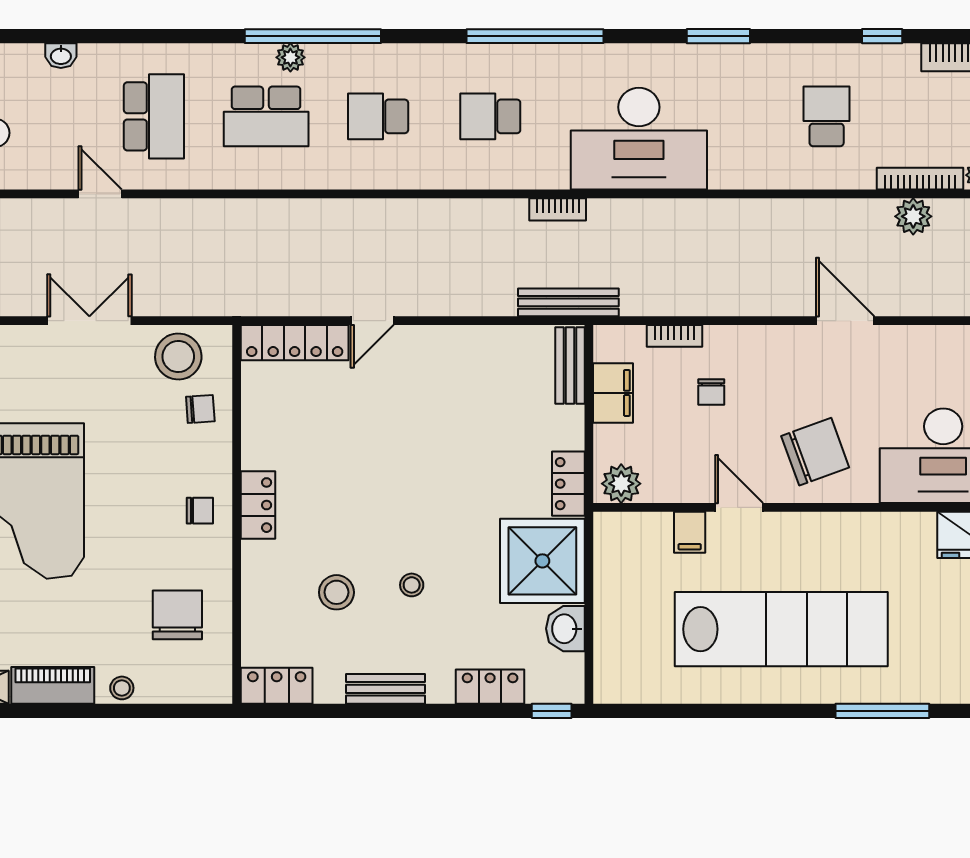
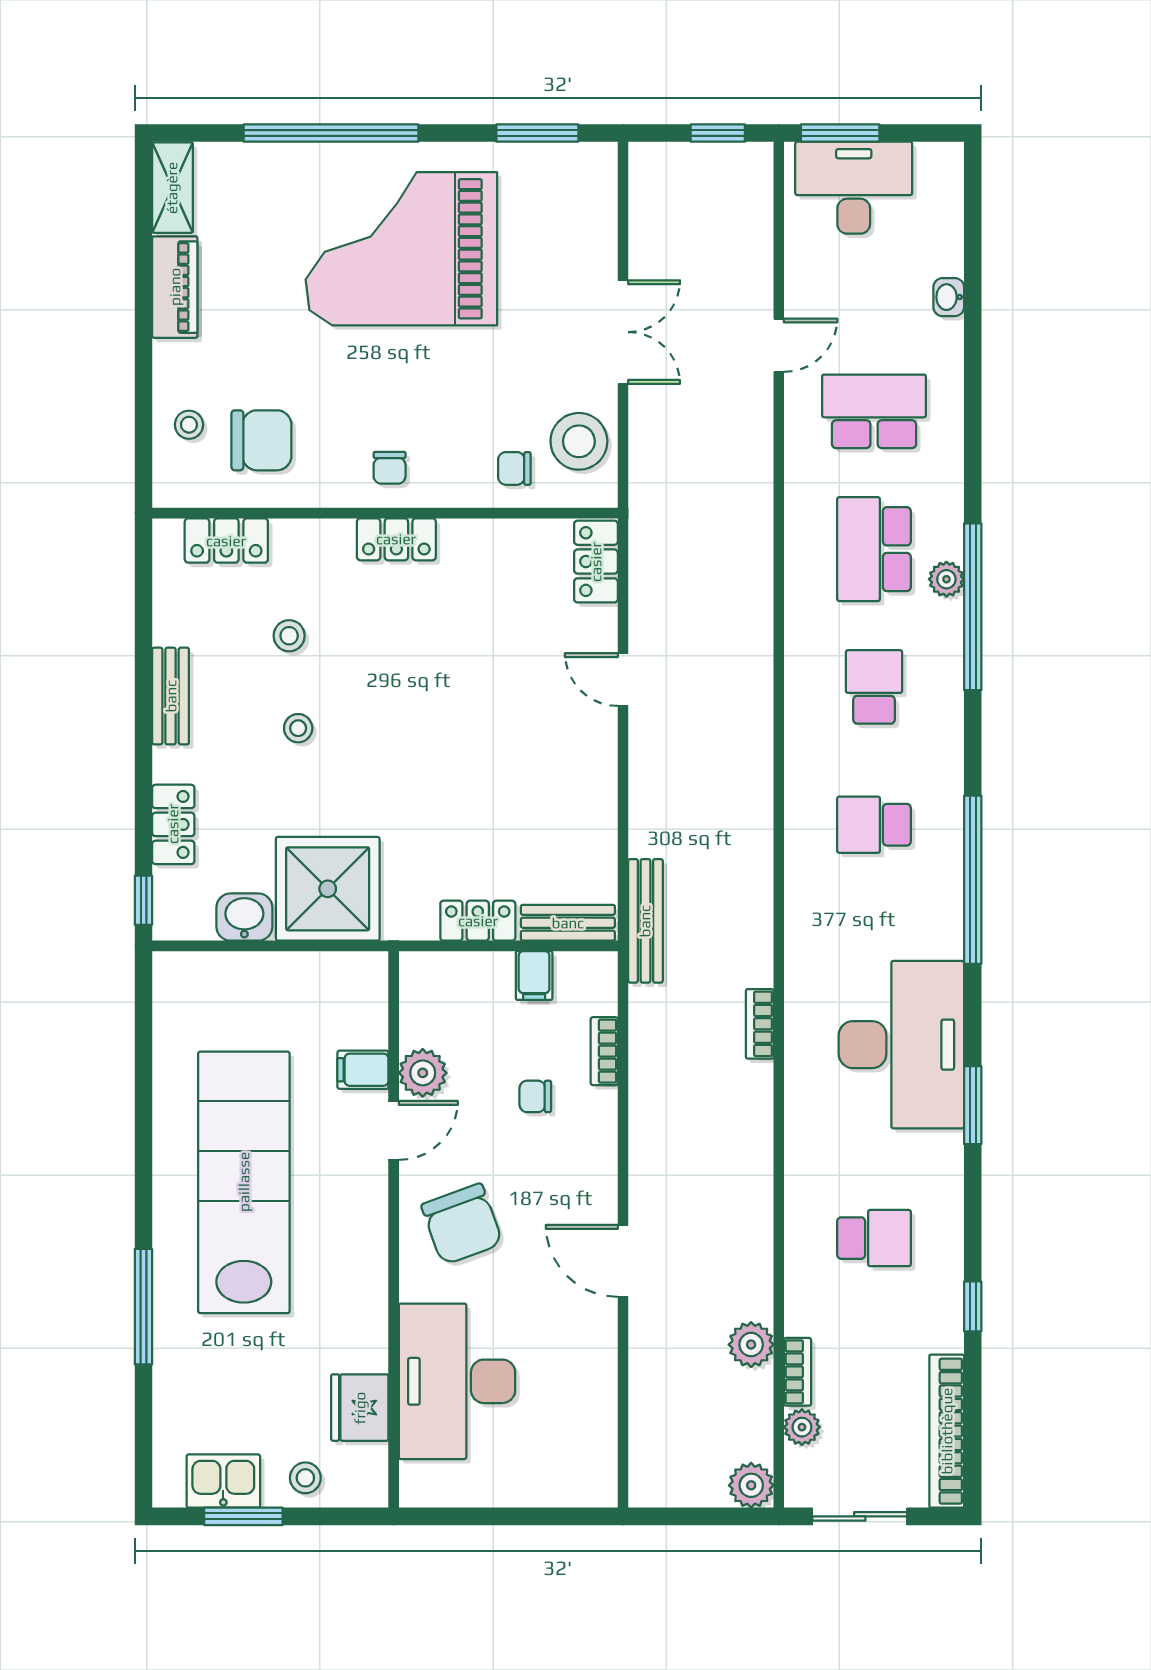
school desk: (154, 116) -> (874, 411), turned 180
school desk: (490, 116) -> (874, 825), turned -90
desk: (639, 139) -> (901, 1045), moved, turned 180
bookcase: (920, 179) -> (798, 1372), width x0.64
bookcase: (558, 209) -> (760, 1024), moved
door: (845, 321) -> (623, 1261), swing flipped
locker: (295, 343) -> (596, 562), width x0.66
filing cabinet: (613, 393) -> (534, 976), width x0.50
chair: (200, 409) -> (514, 468), turned 94
locker: (568, 484) -> (478, 921), moved
plant: (621, 484) -> (423, 1073), moved
stool: (336, 592) -> (289, 636), width x0.73, depth x0.73
lab bench: (781, 629) -> (244, 1182), turned 180
locker: (277, 686) -> (226, 541), moved, turned 90
stool: (122, 688) -> (189, 425), moved

